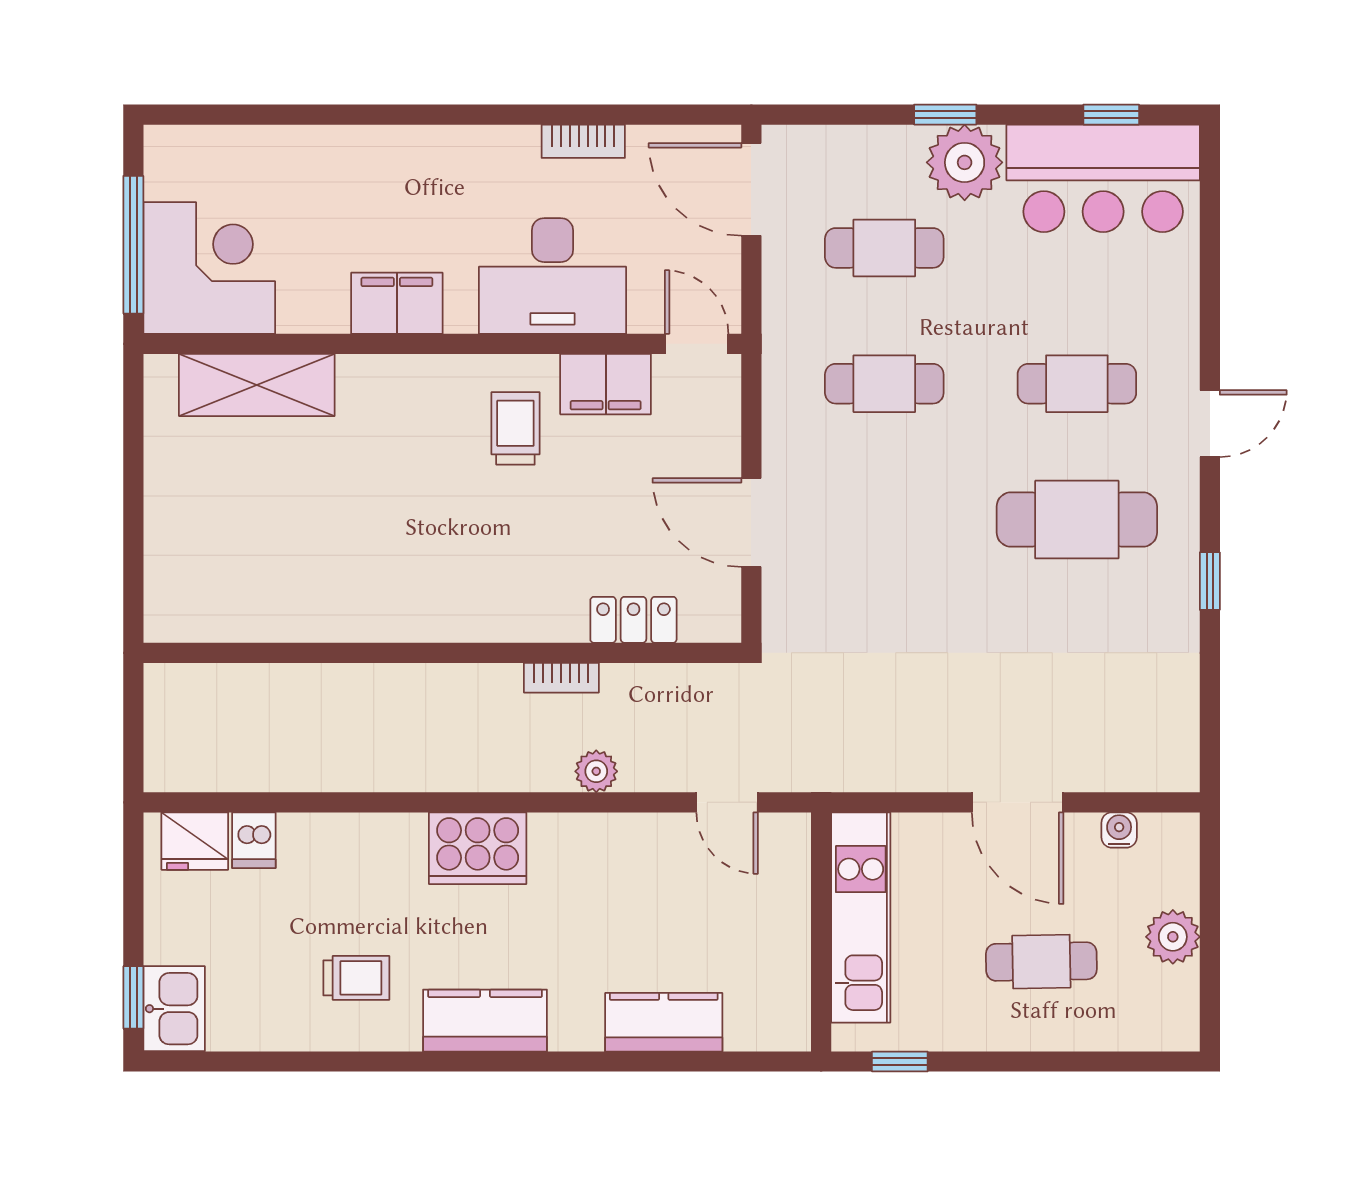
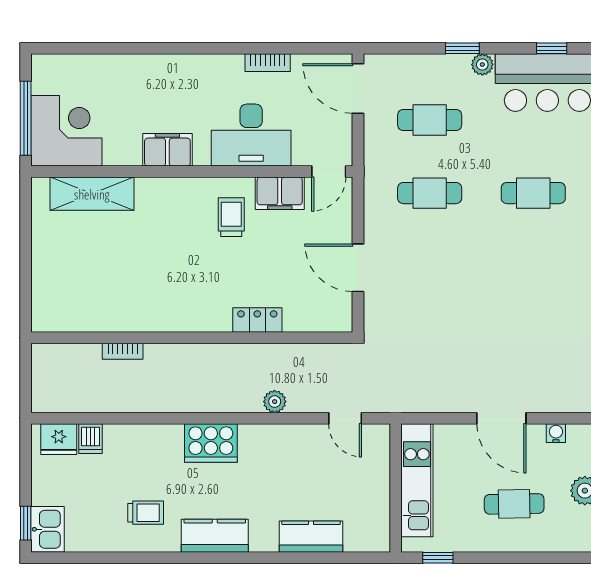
plant: (965, 162) -> (482, 65), width x0.53, depth x0.53
door: (697, 344) -> (329, 172), swing flipped
cafe table: (1077, 520) -> (533, 266), removed
locker: (633, 620) -> (257, 320), moved
bookcase: (561, 678) -> (123, 351), moved

